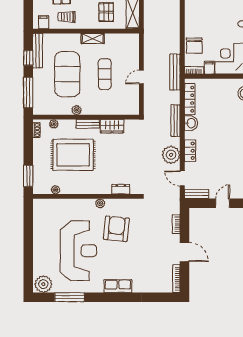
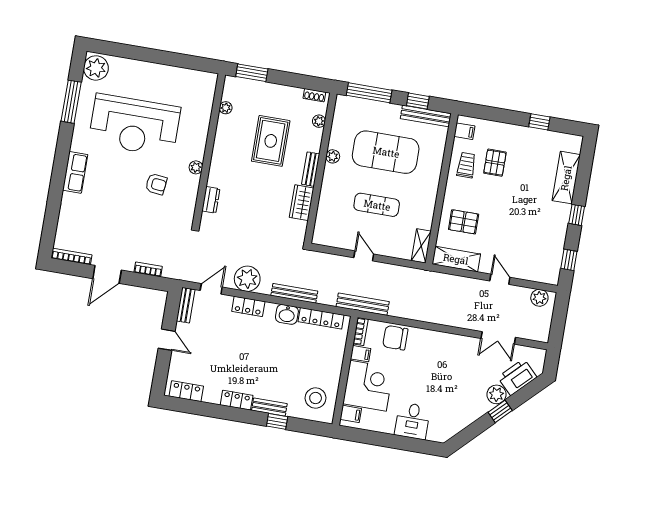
shelving: (93, 38) -> (421, 246), moved
rug: (73, 155) -> (271, 141), width x0.73, depth x0.69
armchair: (116, 229) -> (156, 184), width x0.53, depth x0.53

